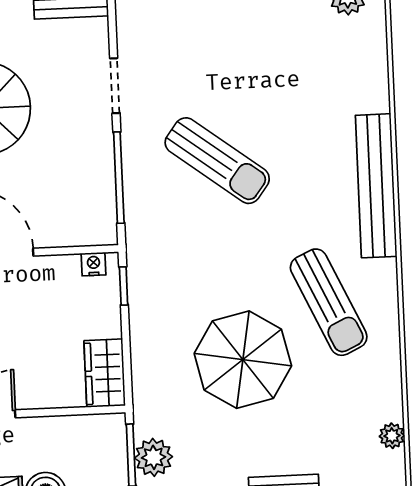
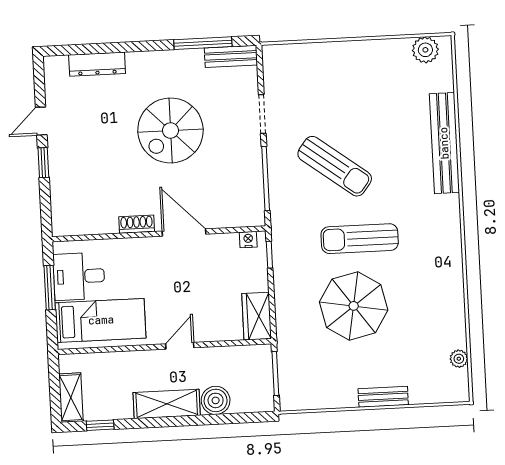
bench: (376, 186) -> (444, 143), moved
sun lounger: (329, 302) -> (360, 239), moved, turned 115
plant: (154, 457) -> (291, 375), removed

